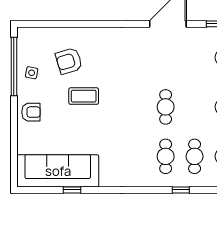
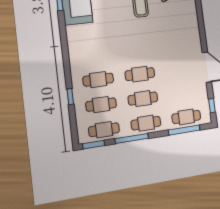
cafe table: (195, 107) -> (143, 99), added

